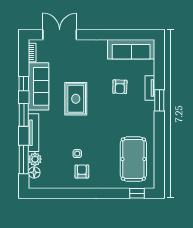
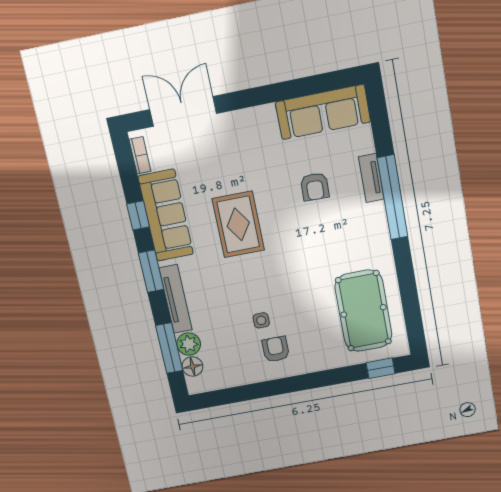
window: (159, 100) -> (393, 197), width x2.11

